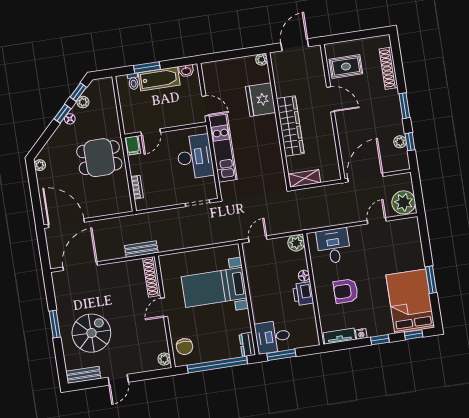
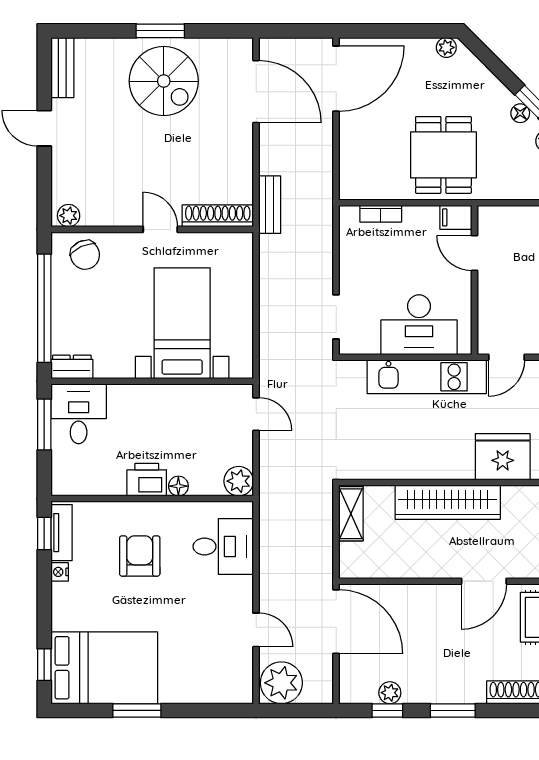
spiral stairs: (91, 333) -> (164, 81), moved
window: (380, 340) -> (44, 533), moved
chair: (184, 347) -> (85, 255), turned -115

